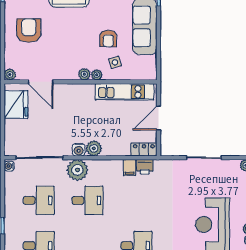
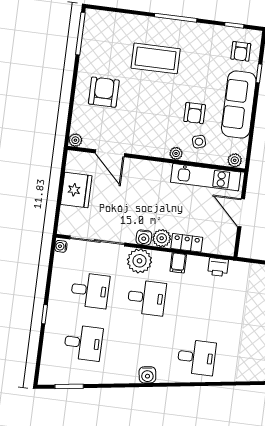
plant: (84, 74) -> (235, 160), moved
fridge: (16, 105) -> (76, 190), moved
door: (158, 118) -> (241, 213), hinge flipped
locker: (144, 149) -> (187, 243), moved
filing cabinet: (129, 168) -> (178, 263), moved

